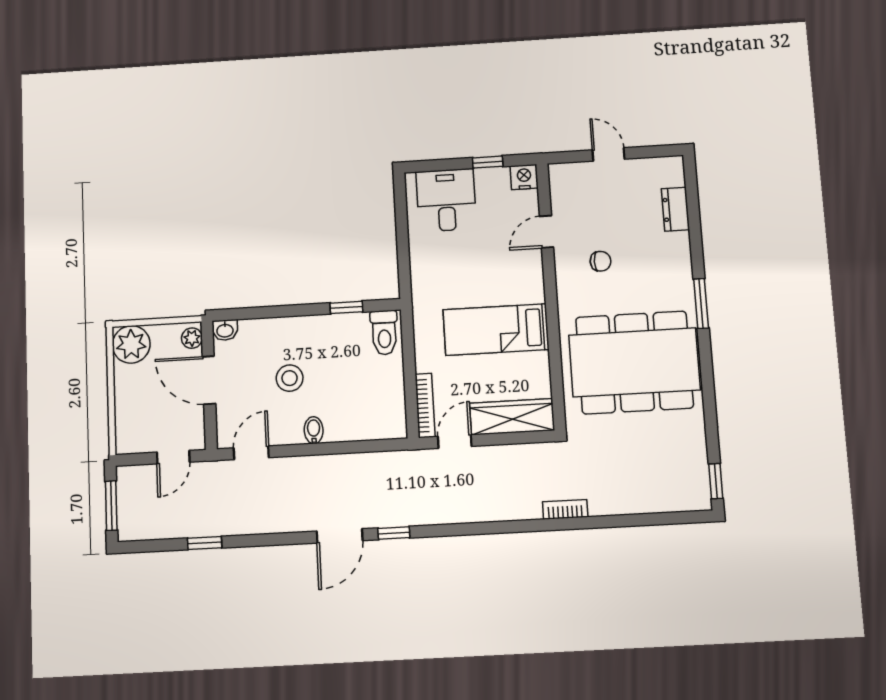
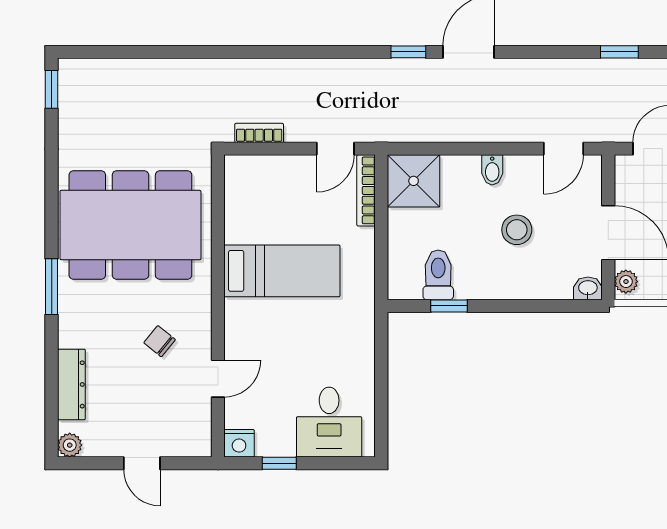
plant: (673, 166) -> (70, 445), added
dresser: (675, 209) -> (71, 384), width x1.44
chair: (601, 261) -> (160, 341), turned 39
toilet: (384, 333) -> (438, 275), moved
shower: (383, 416) -> (414, 181), added
wardrobe: (512, 417) -> (270, 172), removed
bookcase: (565, 509) -> (259, 133), moved, turned 180

